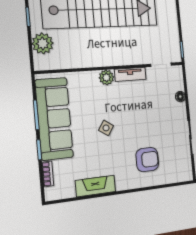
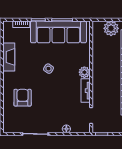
armchair: (147, 160) -> (23, 98), turned 180

